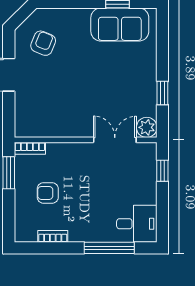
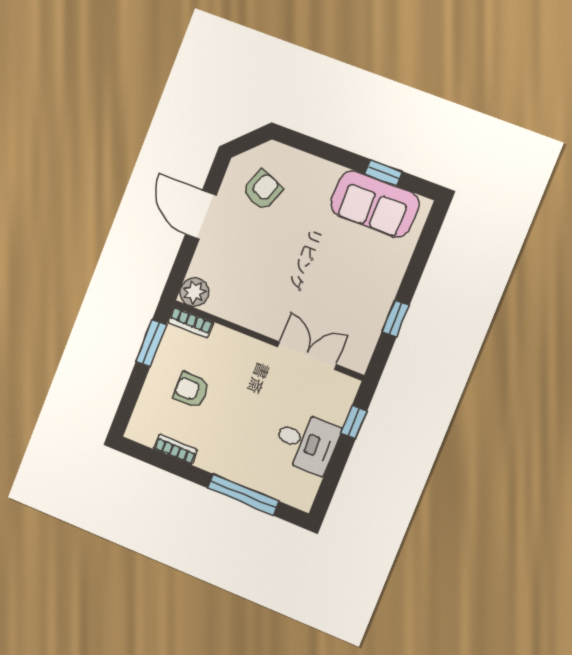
plant: (147, 127) -> (194, 292), moved
desk: (137, 224) -> (306, 442), moved

